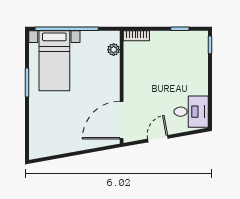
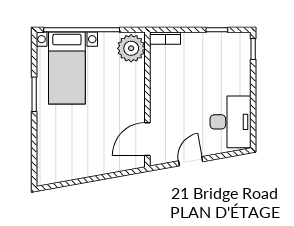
plant: (114, 50) -> (131, 48), width x1.88, depth x1.88
desk: (191, 112) -> (230, 122), width x1.37
door: (122, 120) -> (147, 139), width x0.73

